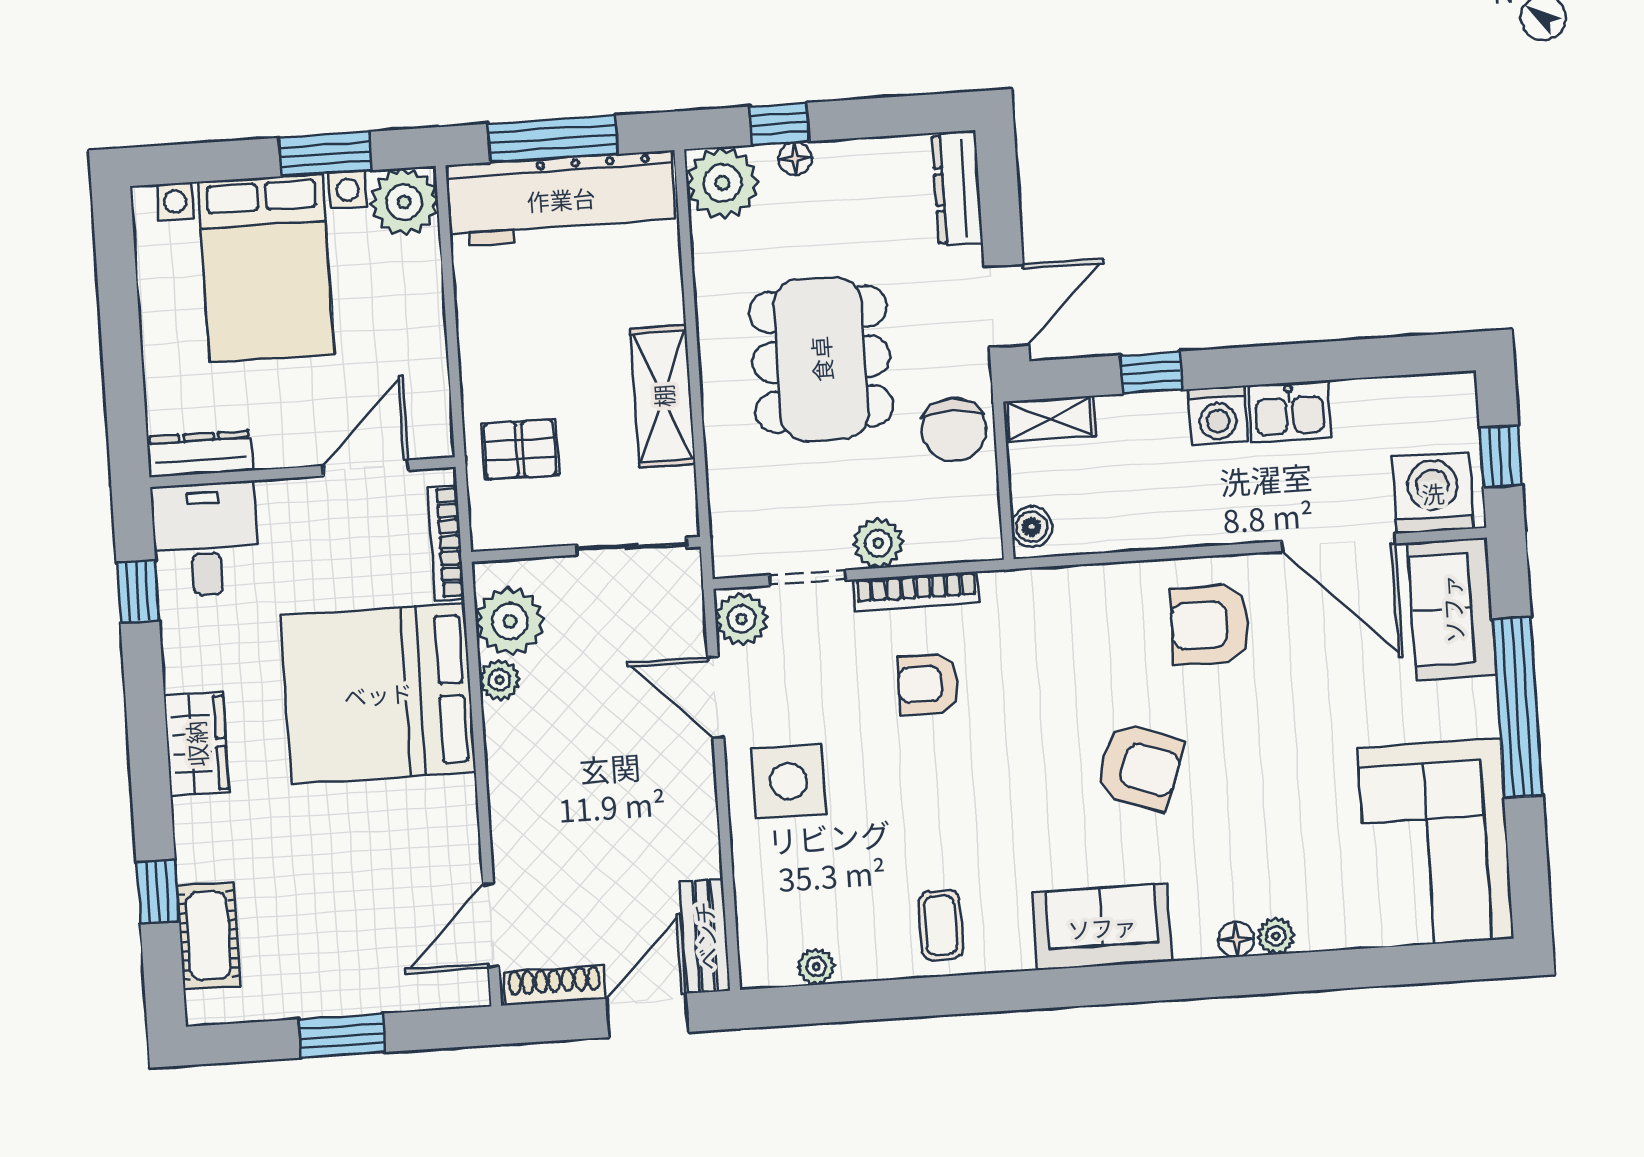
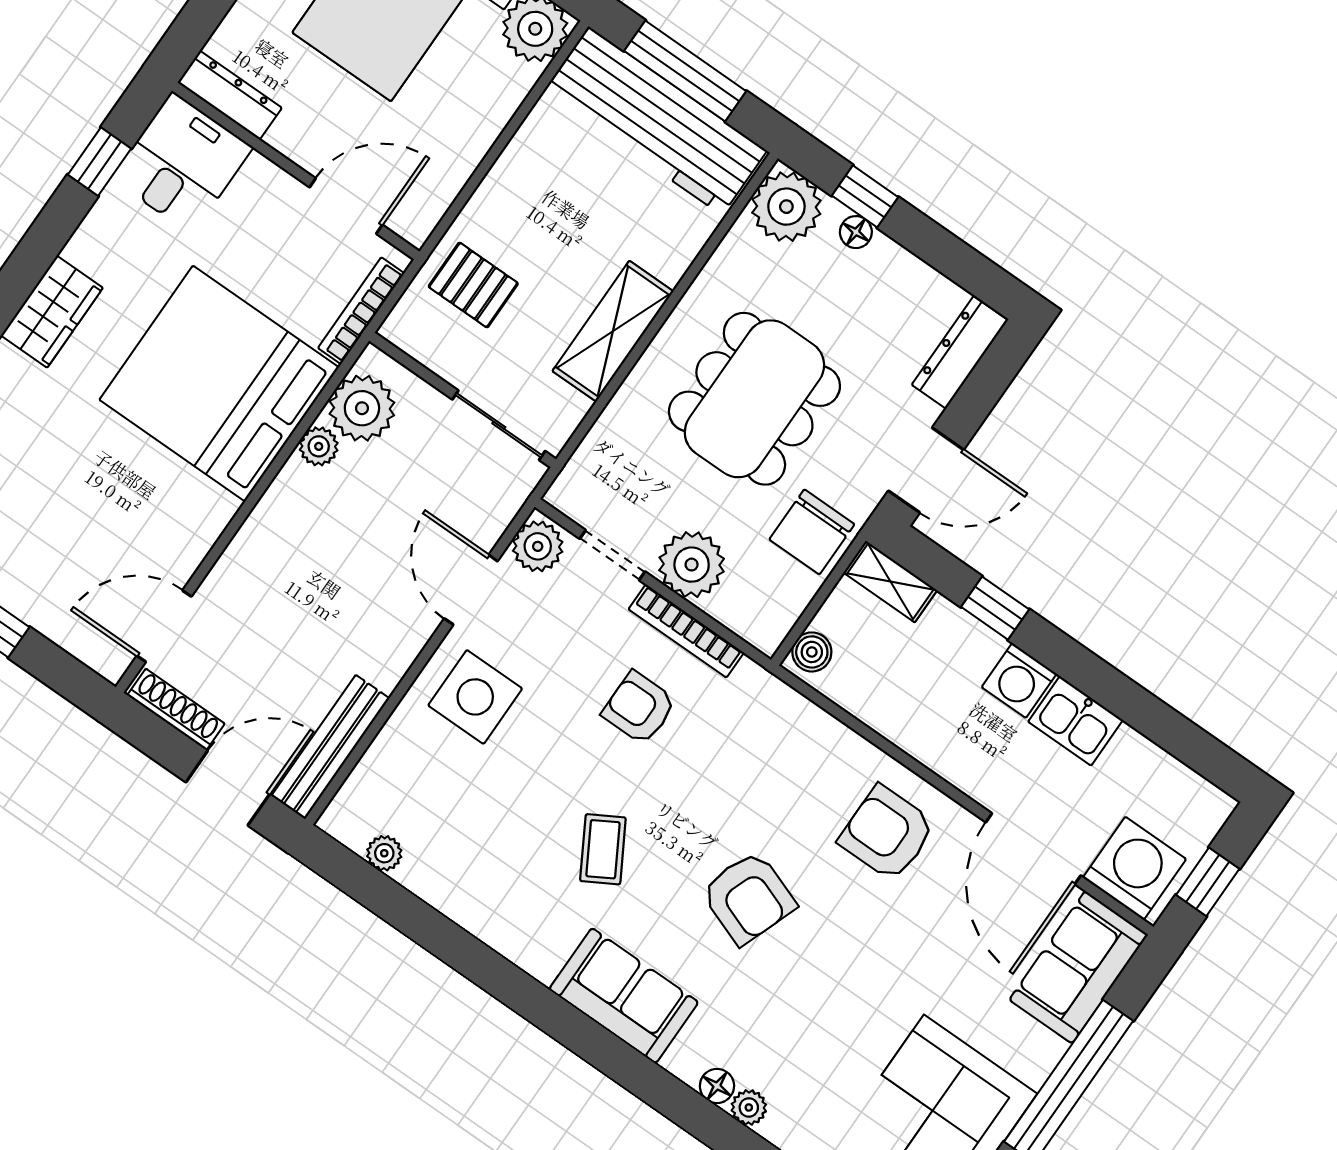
plant: (878, 543) -> (692, 565), width x1.36, depth x1.36
coffee table: (941, 925) -> (603, 849), moved, turned -30
bench: (705, 936) -> (330, 747), width x1.36

